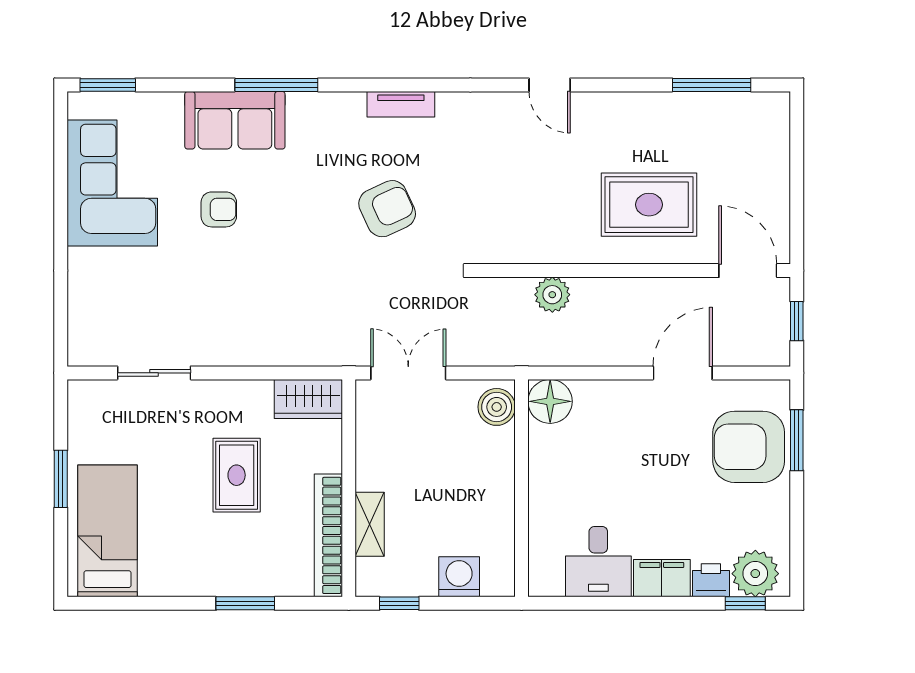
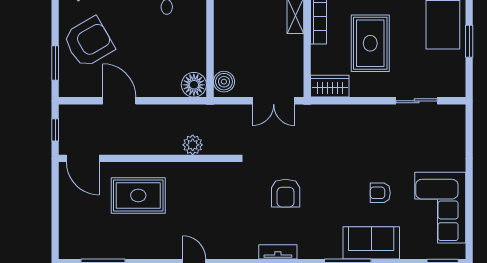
armchair: (387, 209) -> (286, 193), turned -65
door: (683, 373) -> (119, 101), swing flipped
armchair: (749, 447) -> (89, 42), moved, turned -30
rug: (237, 475) -> (370, 43), width x1.36, depth x1.43

